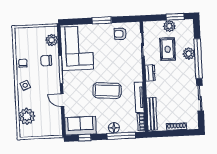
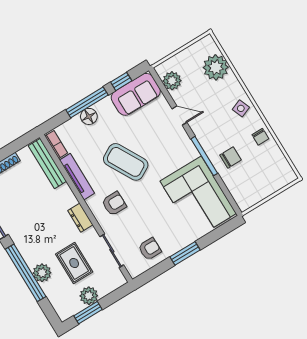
plant: (52, 40) -> (172, 81), moved
armchair: (127, 71) -> (114, 204), added
coffee table: (107, 91) -> (126, 162), turned 56
window: (121, 136) -> (87, 102), moved

